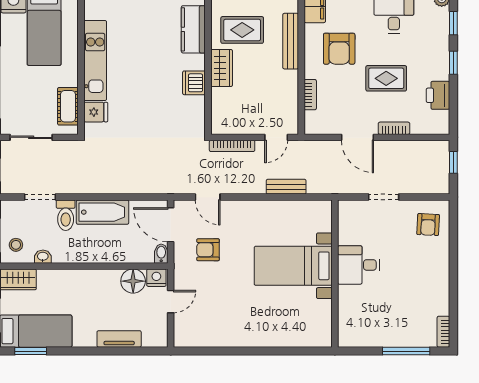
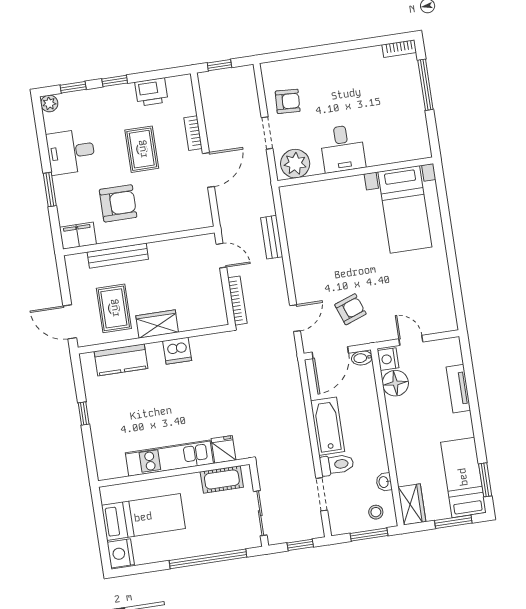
bookcase: (310, 95) -> (171, 227), removed
plant: (351, 219) -> (295, 164), added
armchair: (428, 225) -> (288, 101), moved
armchair: (208, 250) -> (350, 309), turned -110
bed with nightstands: (293, 266) -> (405, 209), moved

